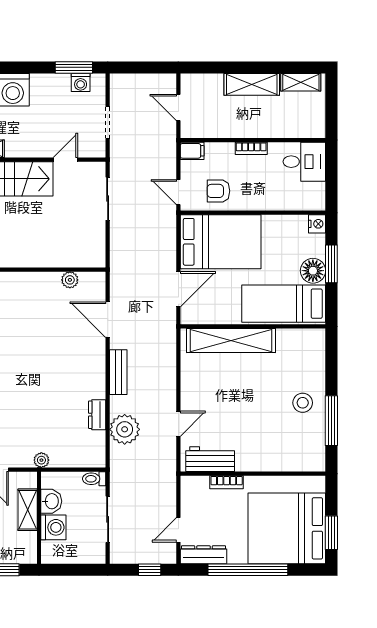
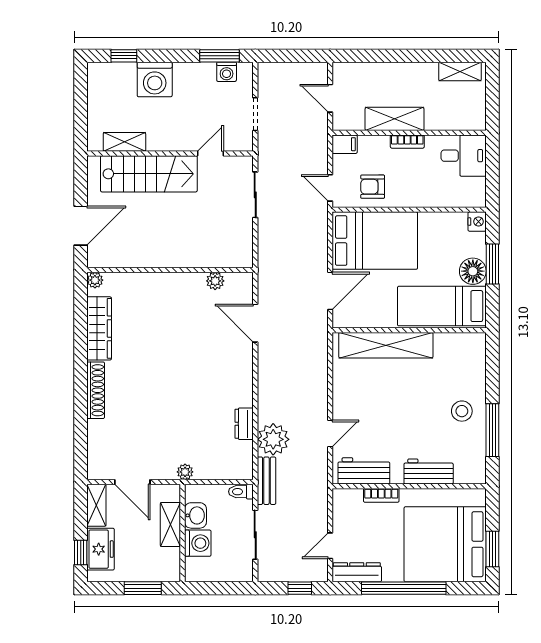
shelving: (252, 84) -> (395, 119), moved
bench: (118, 372) -> (266, 481), moved
workbench: (271, 460) -> (429, 471), added

